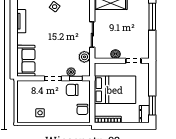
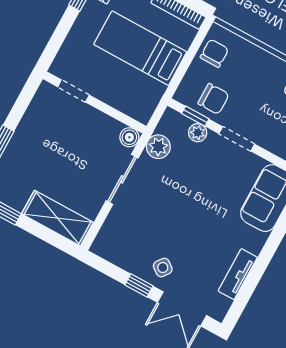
boiler: (115, 54) -> (129, 137), moved
bed: (115, 90) -> (140, 48), width x0.67

